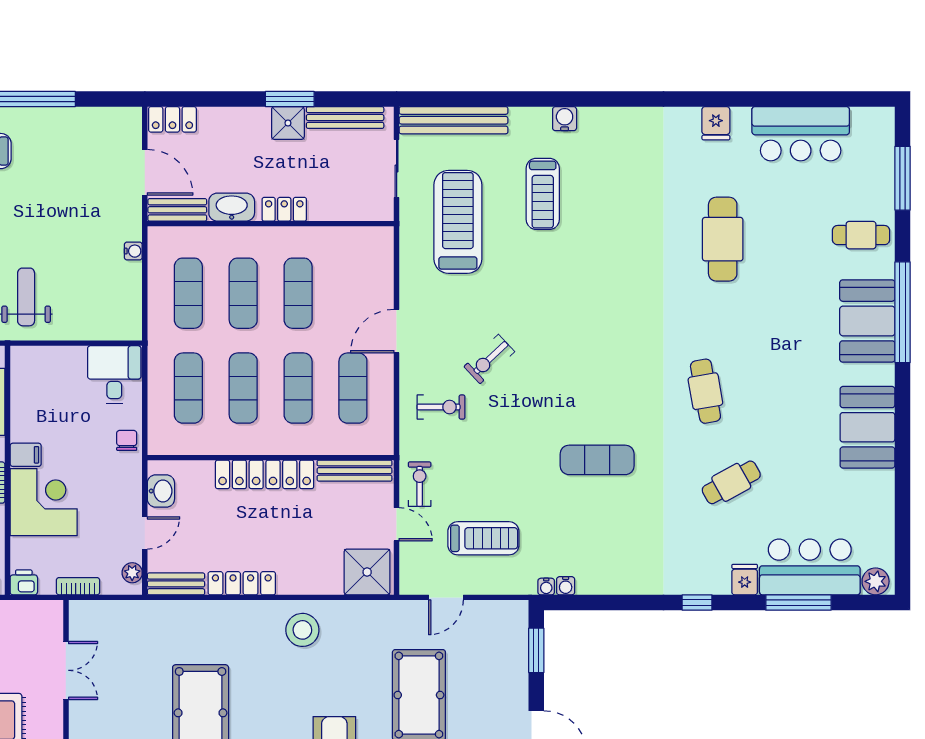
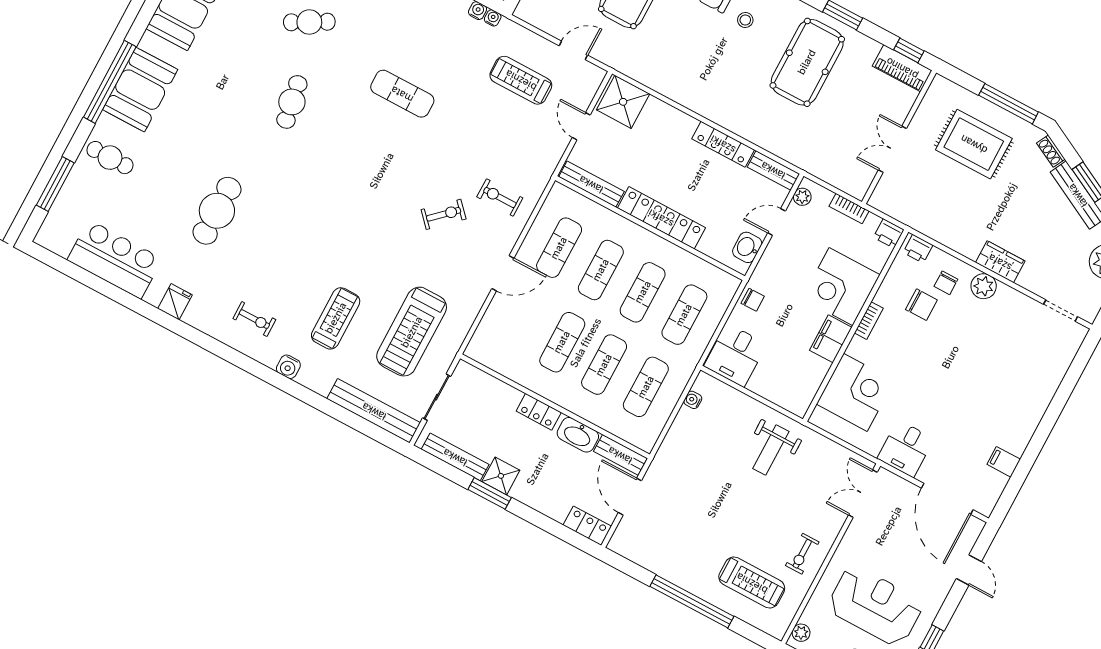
water cooler: (133, 251) -> (693, 400), moved
chair: (127, 440) -> (753, 300), turned -90
filing cabinet: (26, 455) -> (831, 339), width x2.00
exercise bike: (420, 484) -> (254, 319), moved, turned -90
stool: (302, 630) -> (745, 20), moved, width x0.53, depth x0.53

